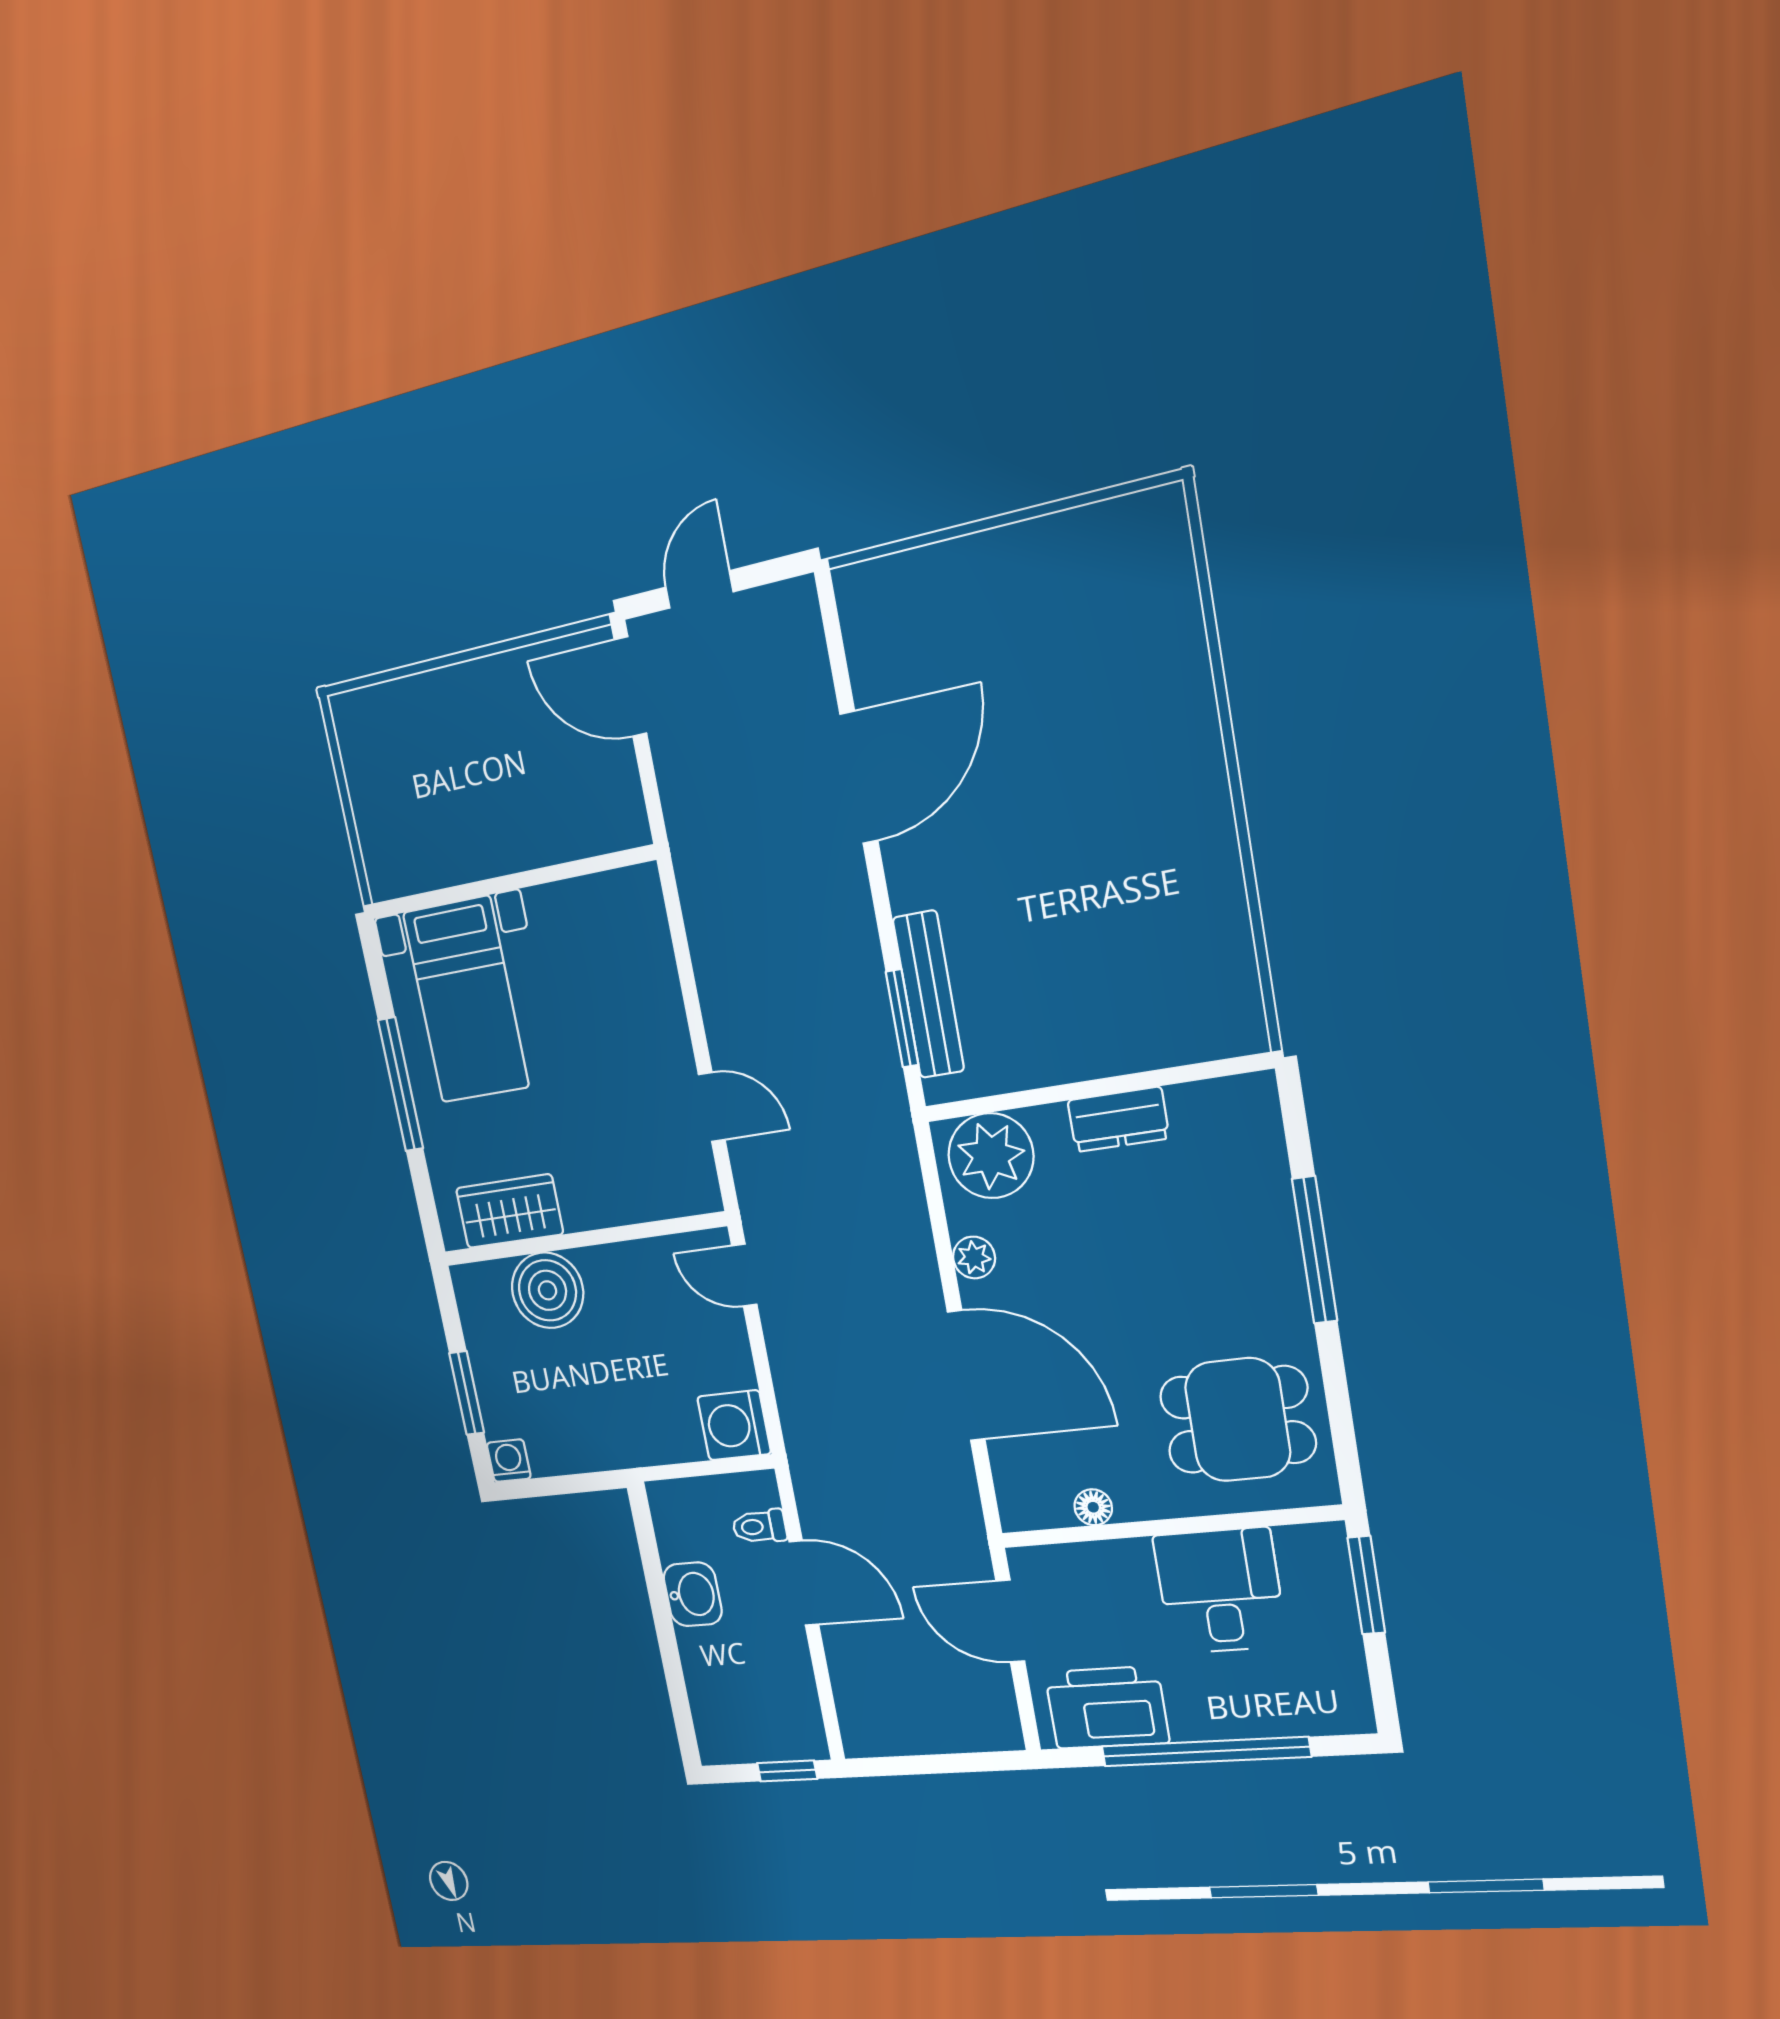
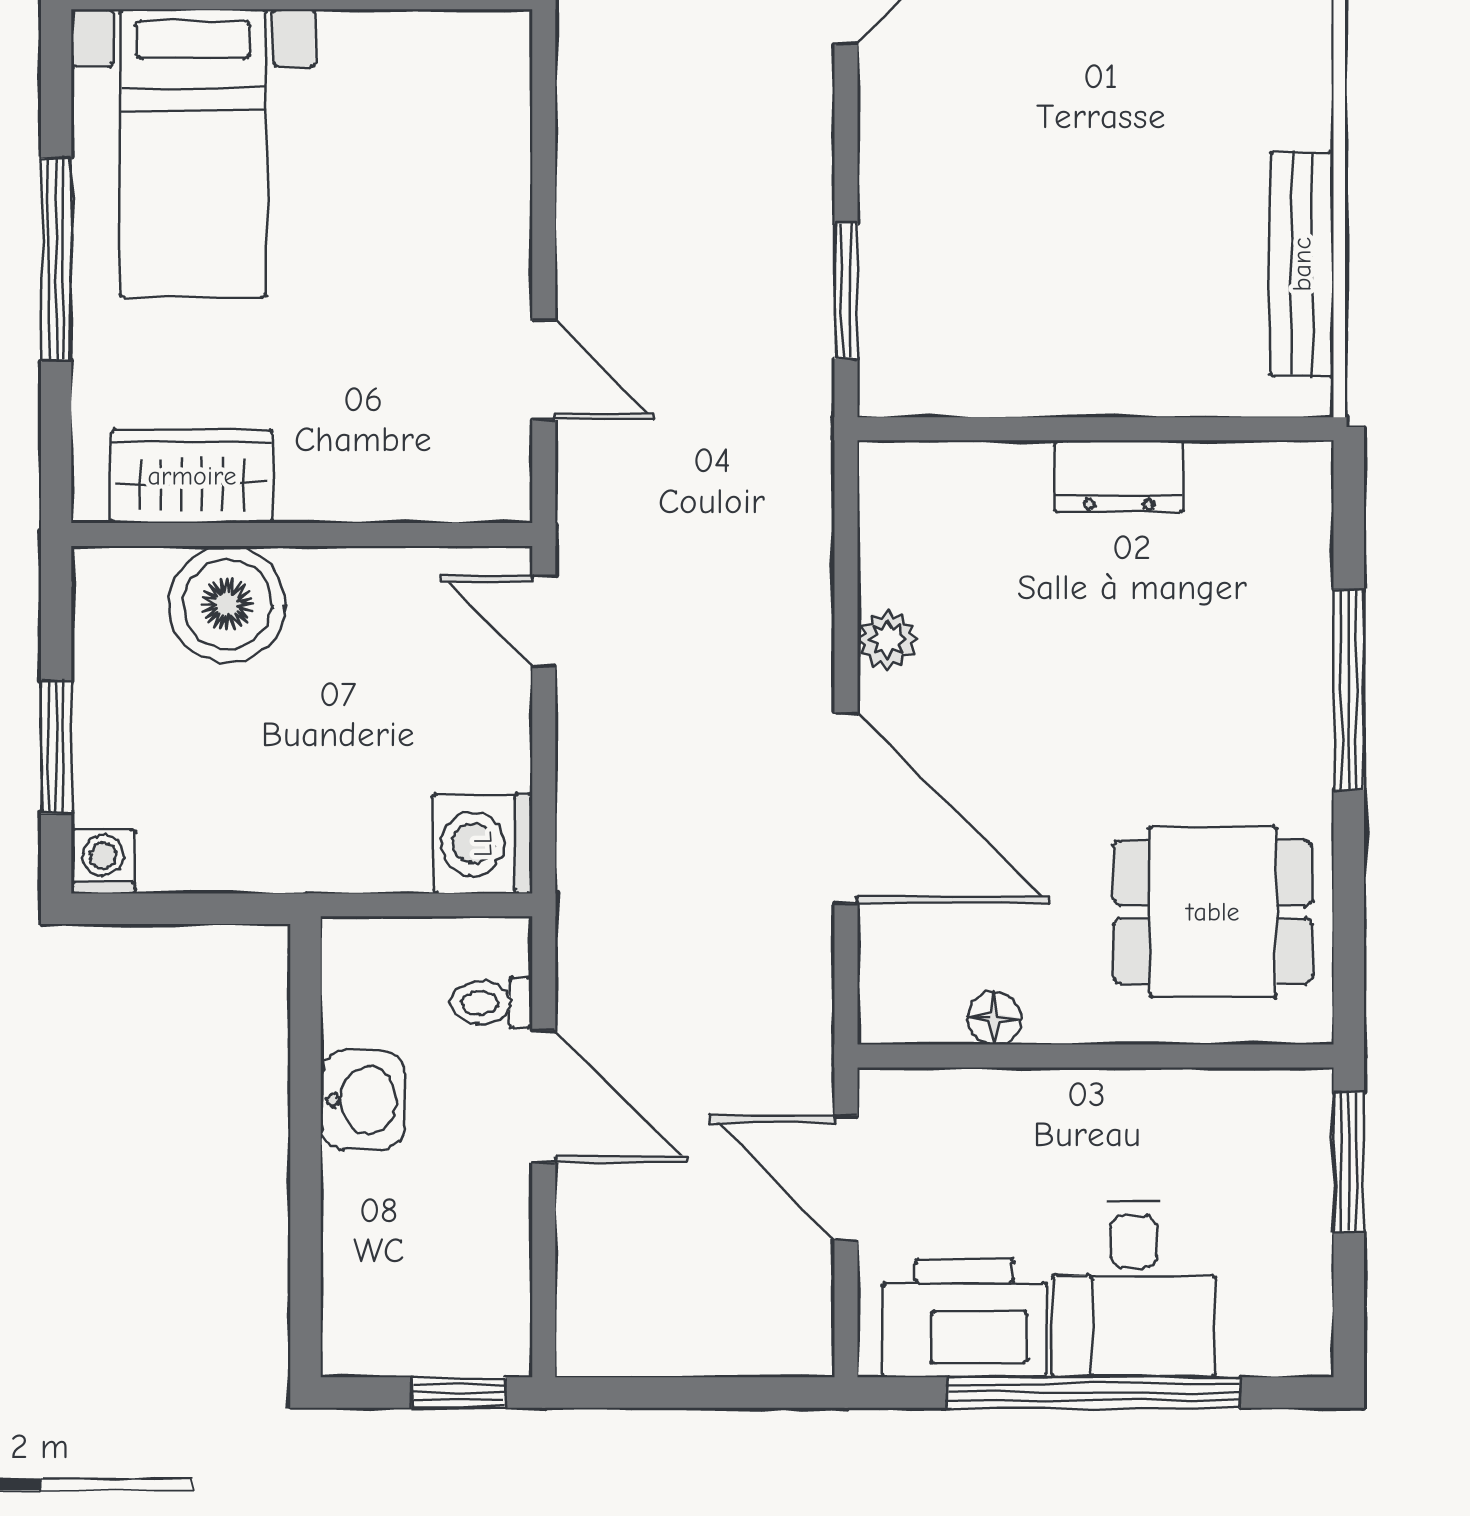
bench: (928, 994) -> (1302, 264), moved
plant: (991, 1156) -> (936, 500), removed
desk: (1220, 1591) -> (1134, 1289), moved, turned 180

